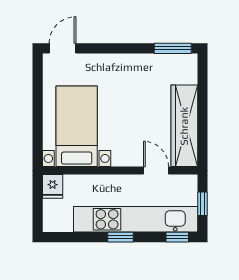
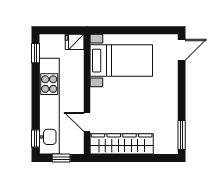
door: (63, 48) -> (182, 50), hinge flipped
door: (156, 170) -> (87, 122), swing flipped
window: (120, 237) -> (35, 53), moved

